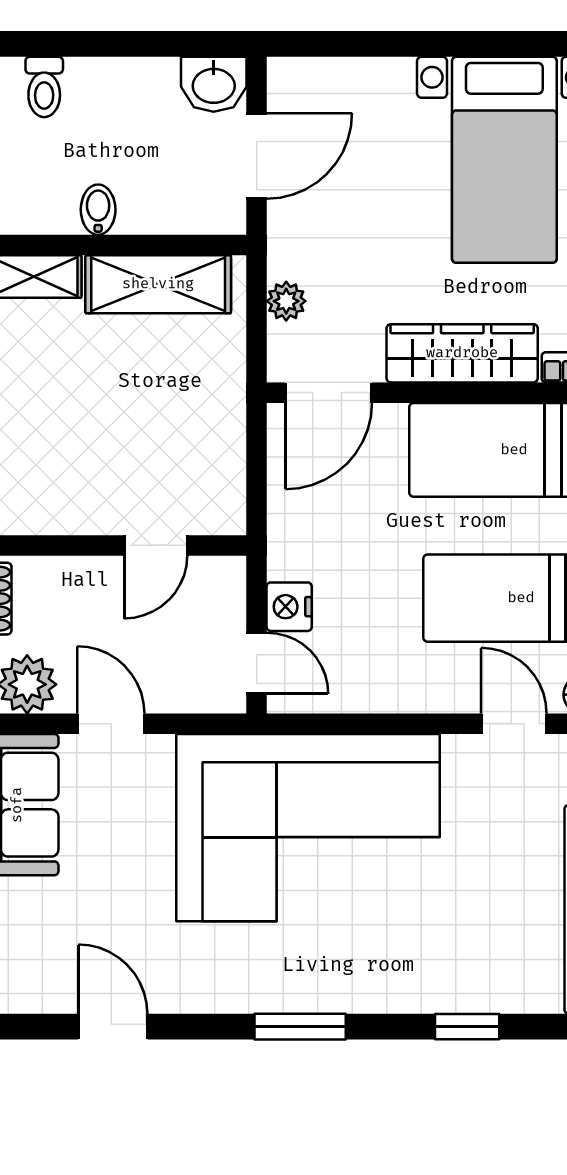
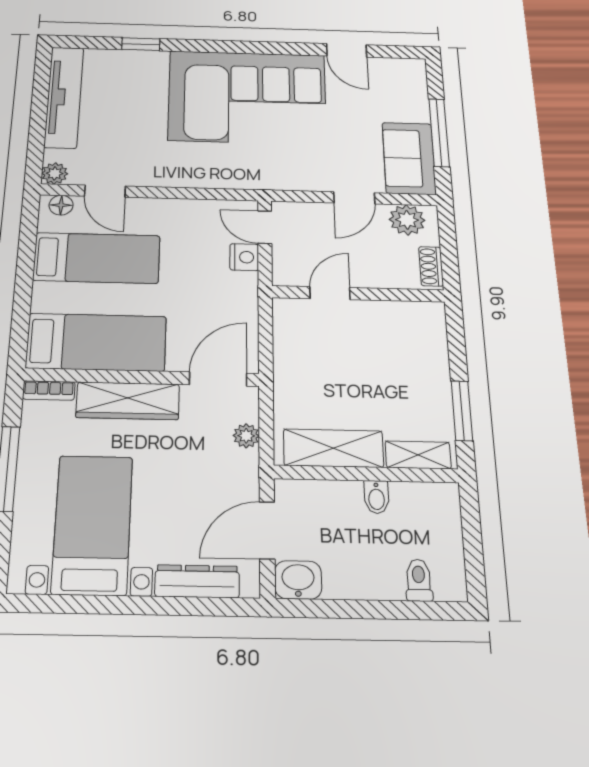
dresser: (355, 80) -> (197, 581), added
door: (111, 724) -> (354, 198), hinge flipped
corner sofa: (308, 828) -> (247, 97), moved, turned 180
window: (300, 1027) -> (238, 47), removed

